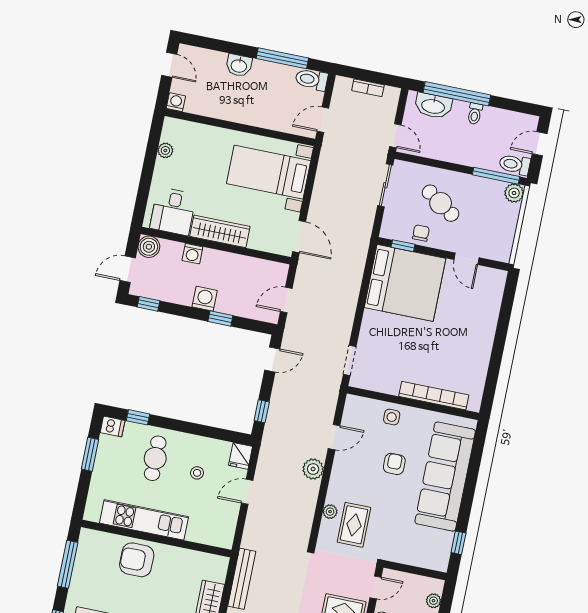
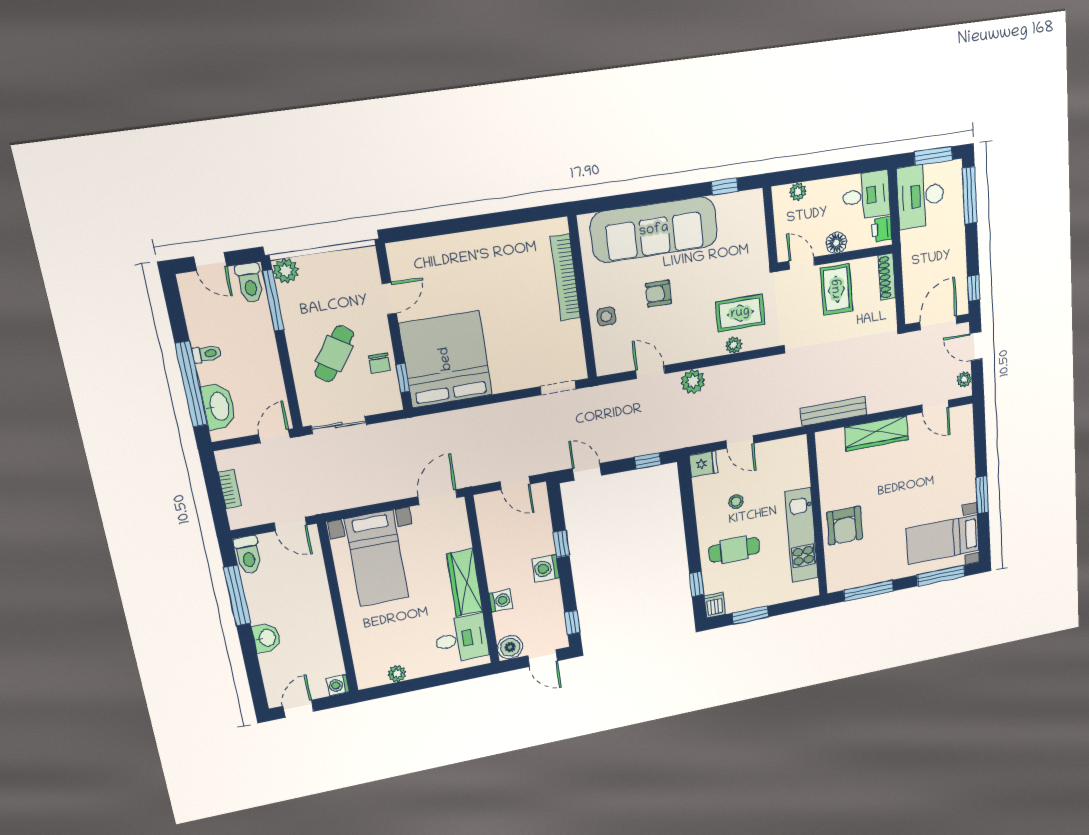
chair: (421, 233) -> (379, 363), turned -90

